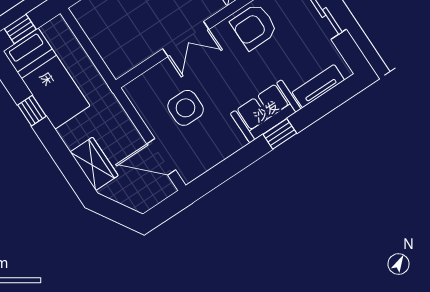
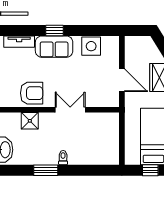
side table: (186, 108) -> (91, 46), moved
door: (161, 157) -> (122, 80), moved

